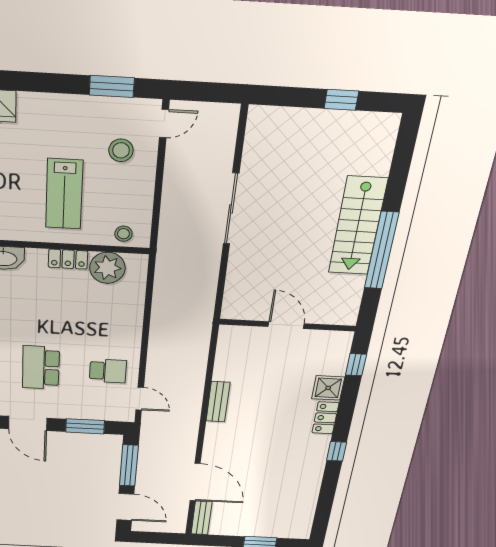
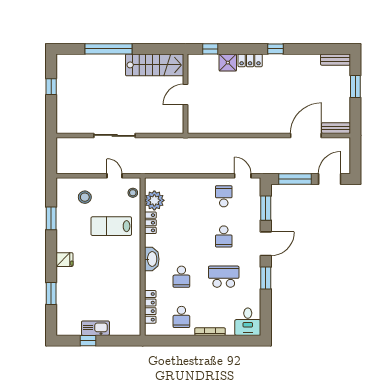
window: (112, 86) -> (51, 218), moved
door: (164, 124) -> (115, 176), moved
lab bench: (64, 194) -> (111, 226), turned 180
stairs: (358, 226) -> (155, 65), moved
window: (382, 251) -> (108, 49), moved
school desk: (41, 368) -> (224, 236), width x0.54
door: (140, 399) -> (243, 176), hinge flipped
bench: (218, 402) -> (335, 60), moved

